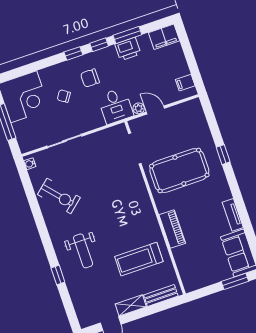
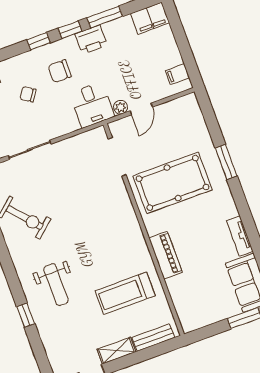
printer: (128, 49) -> (91, 40), moved
door: (155, 110) -> (141, 109), swing flipped
window: (223, 155) -> (226, 162), width x1.50

